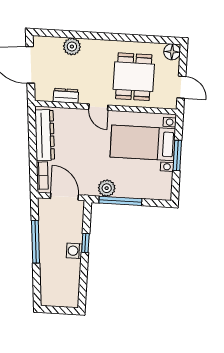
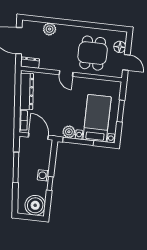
floor lamp: (172, 52) -> (120, 47), moved
dresser: (66, 96) -> (30, 63), moved
bed with nightstands: (143, 143) -> (97, 118), moved, turned 90
window: (85, 243) -> (50, 184), moved
boiler: (65, 293) -> (35, 205), added

